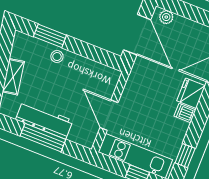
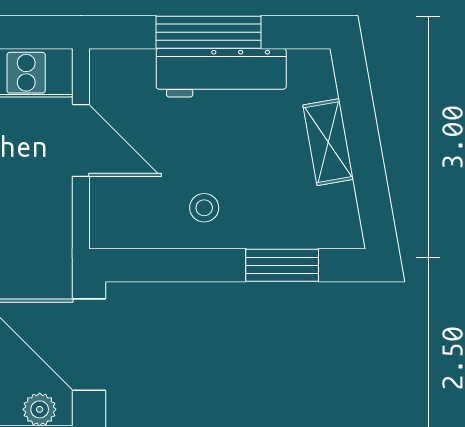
stool: (57, 57) -> (204, 208), moved

